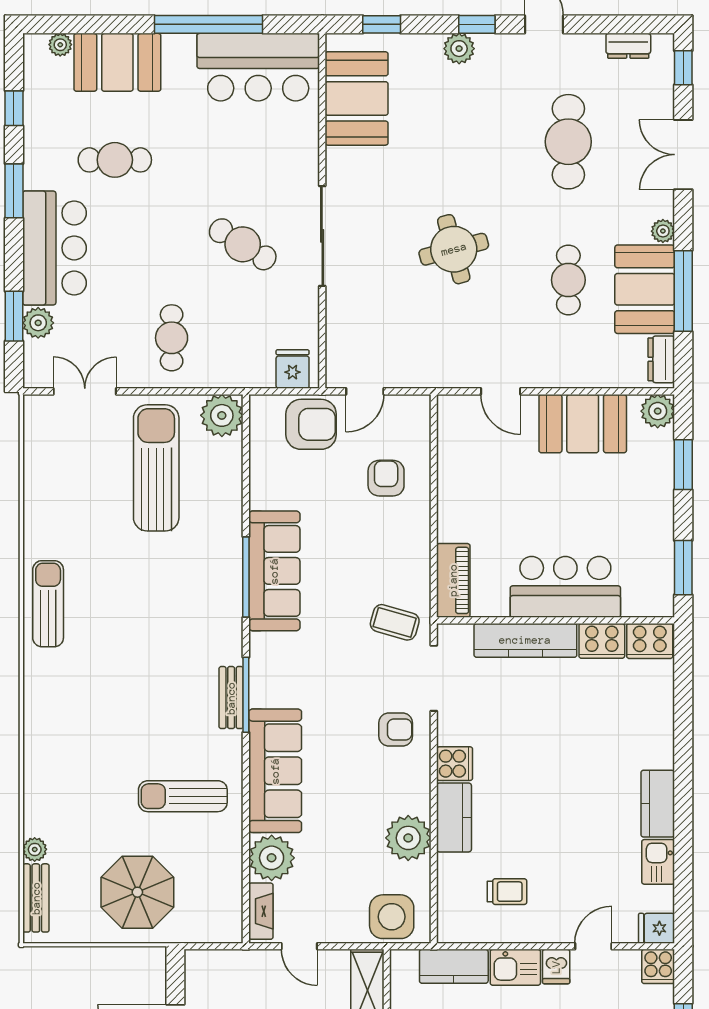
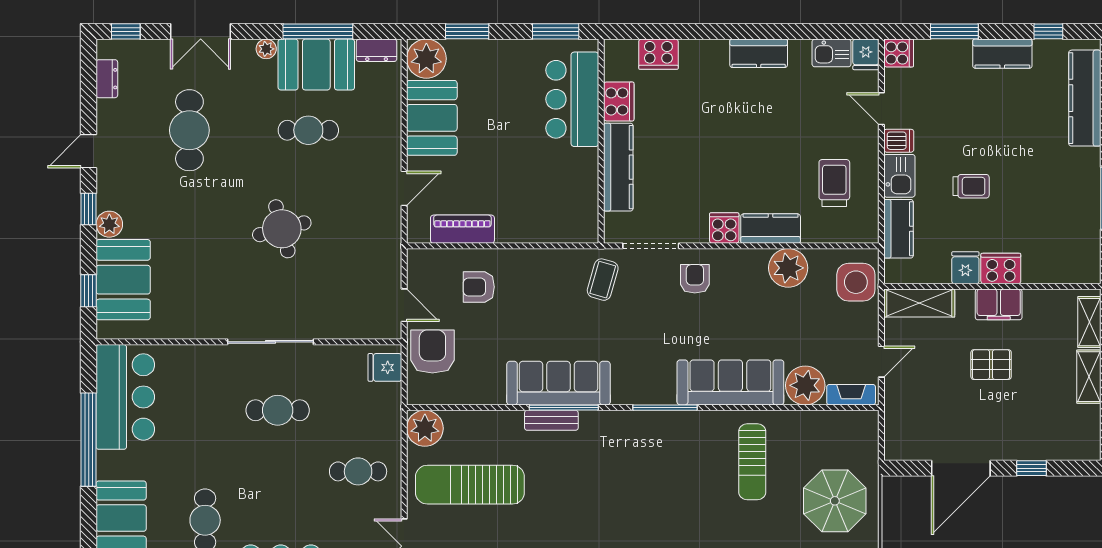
booth: (357, 98) -> (123, 280), moved, turned 90
cafe table: (568, 142) -> (189, 130), turned 90
cafe table: (243, 244) -> (278, 410), turned 58
plant: (658, 411) -> (426, 59), width x1.36, depth x1.36
piano: (453, 580) -> (462, 229), moved
bar counter: (565, 587) -> (572, 99), moved
cooker: (650, 641) -> (658, 54), moved, turned 90
bench: (231, 698) -> (551, 420), moved
kitchen sink: (658, 862) -> (832, 53), moved
trolley: (507, 892) -> (834, 183), width x1.36, depth x1.39

